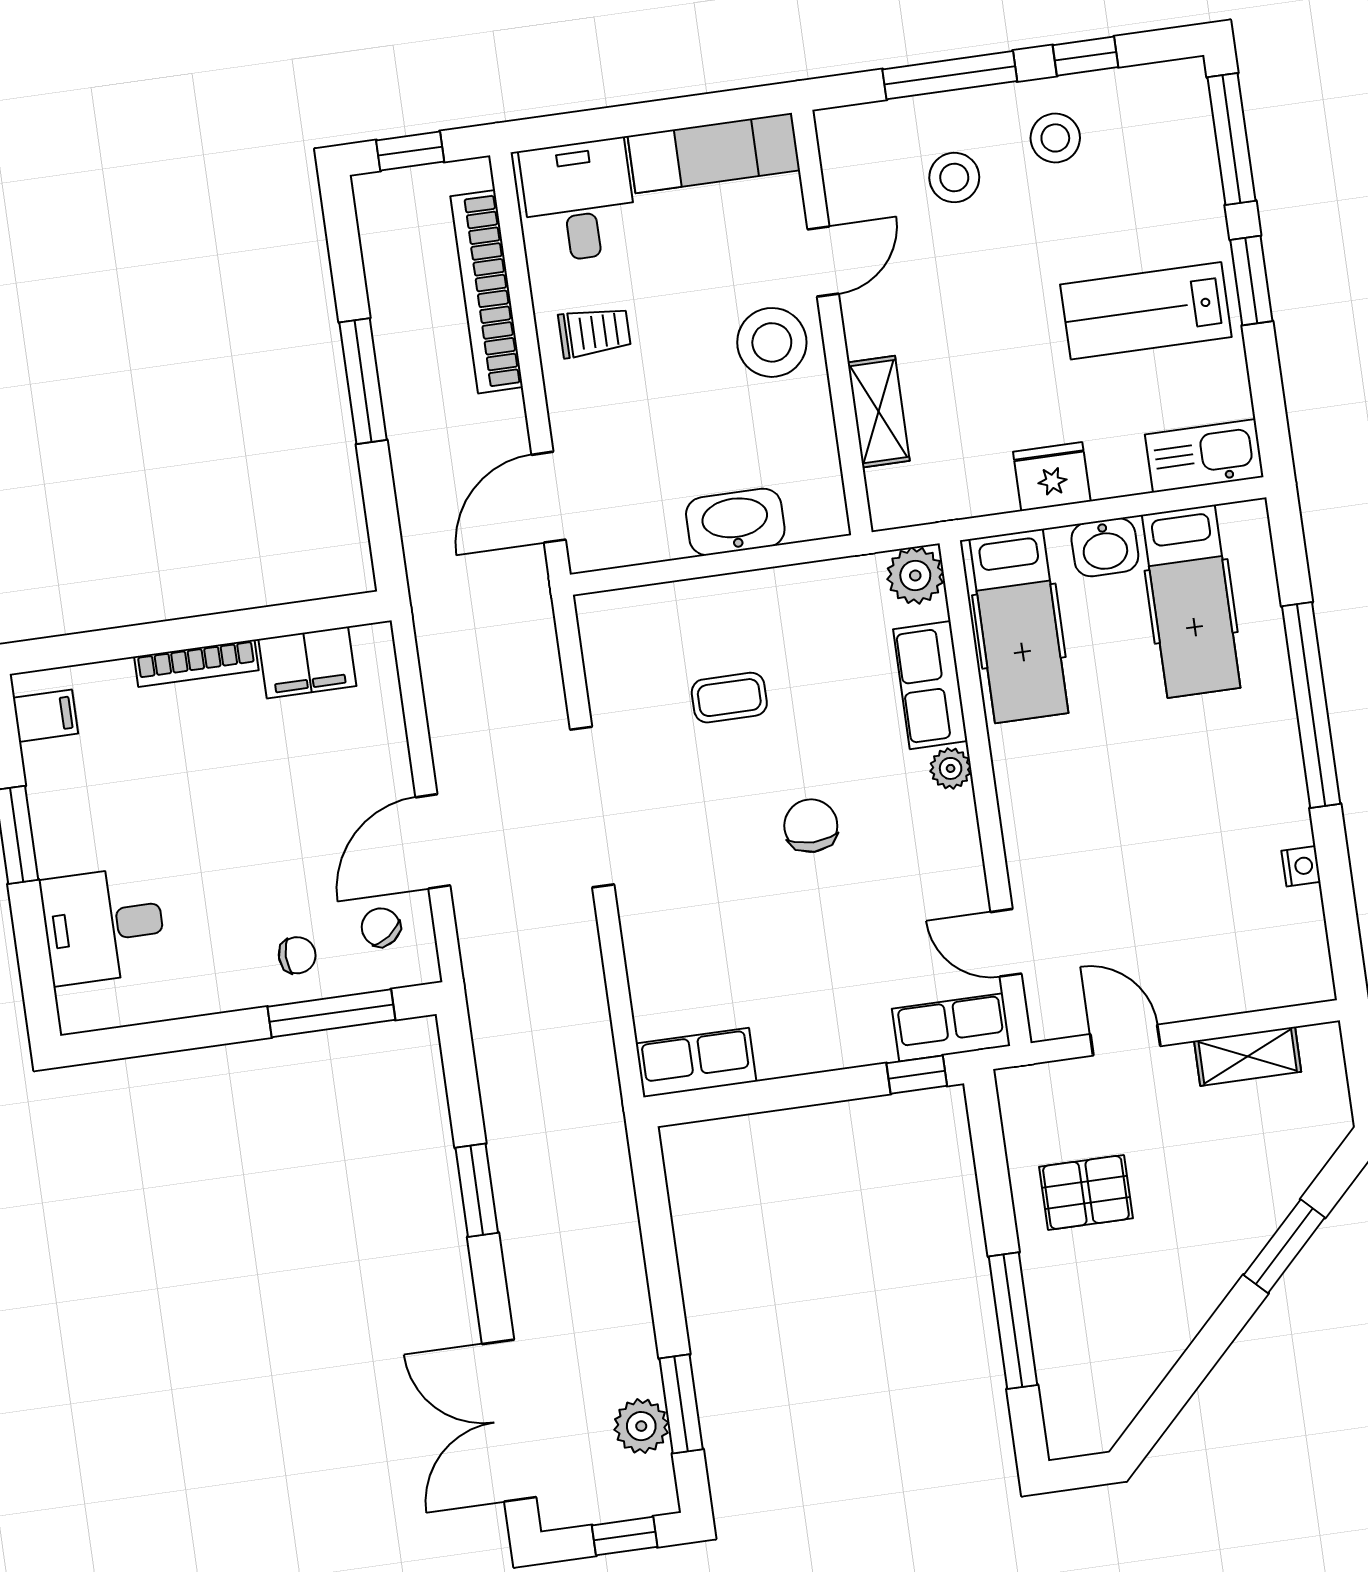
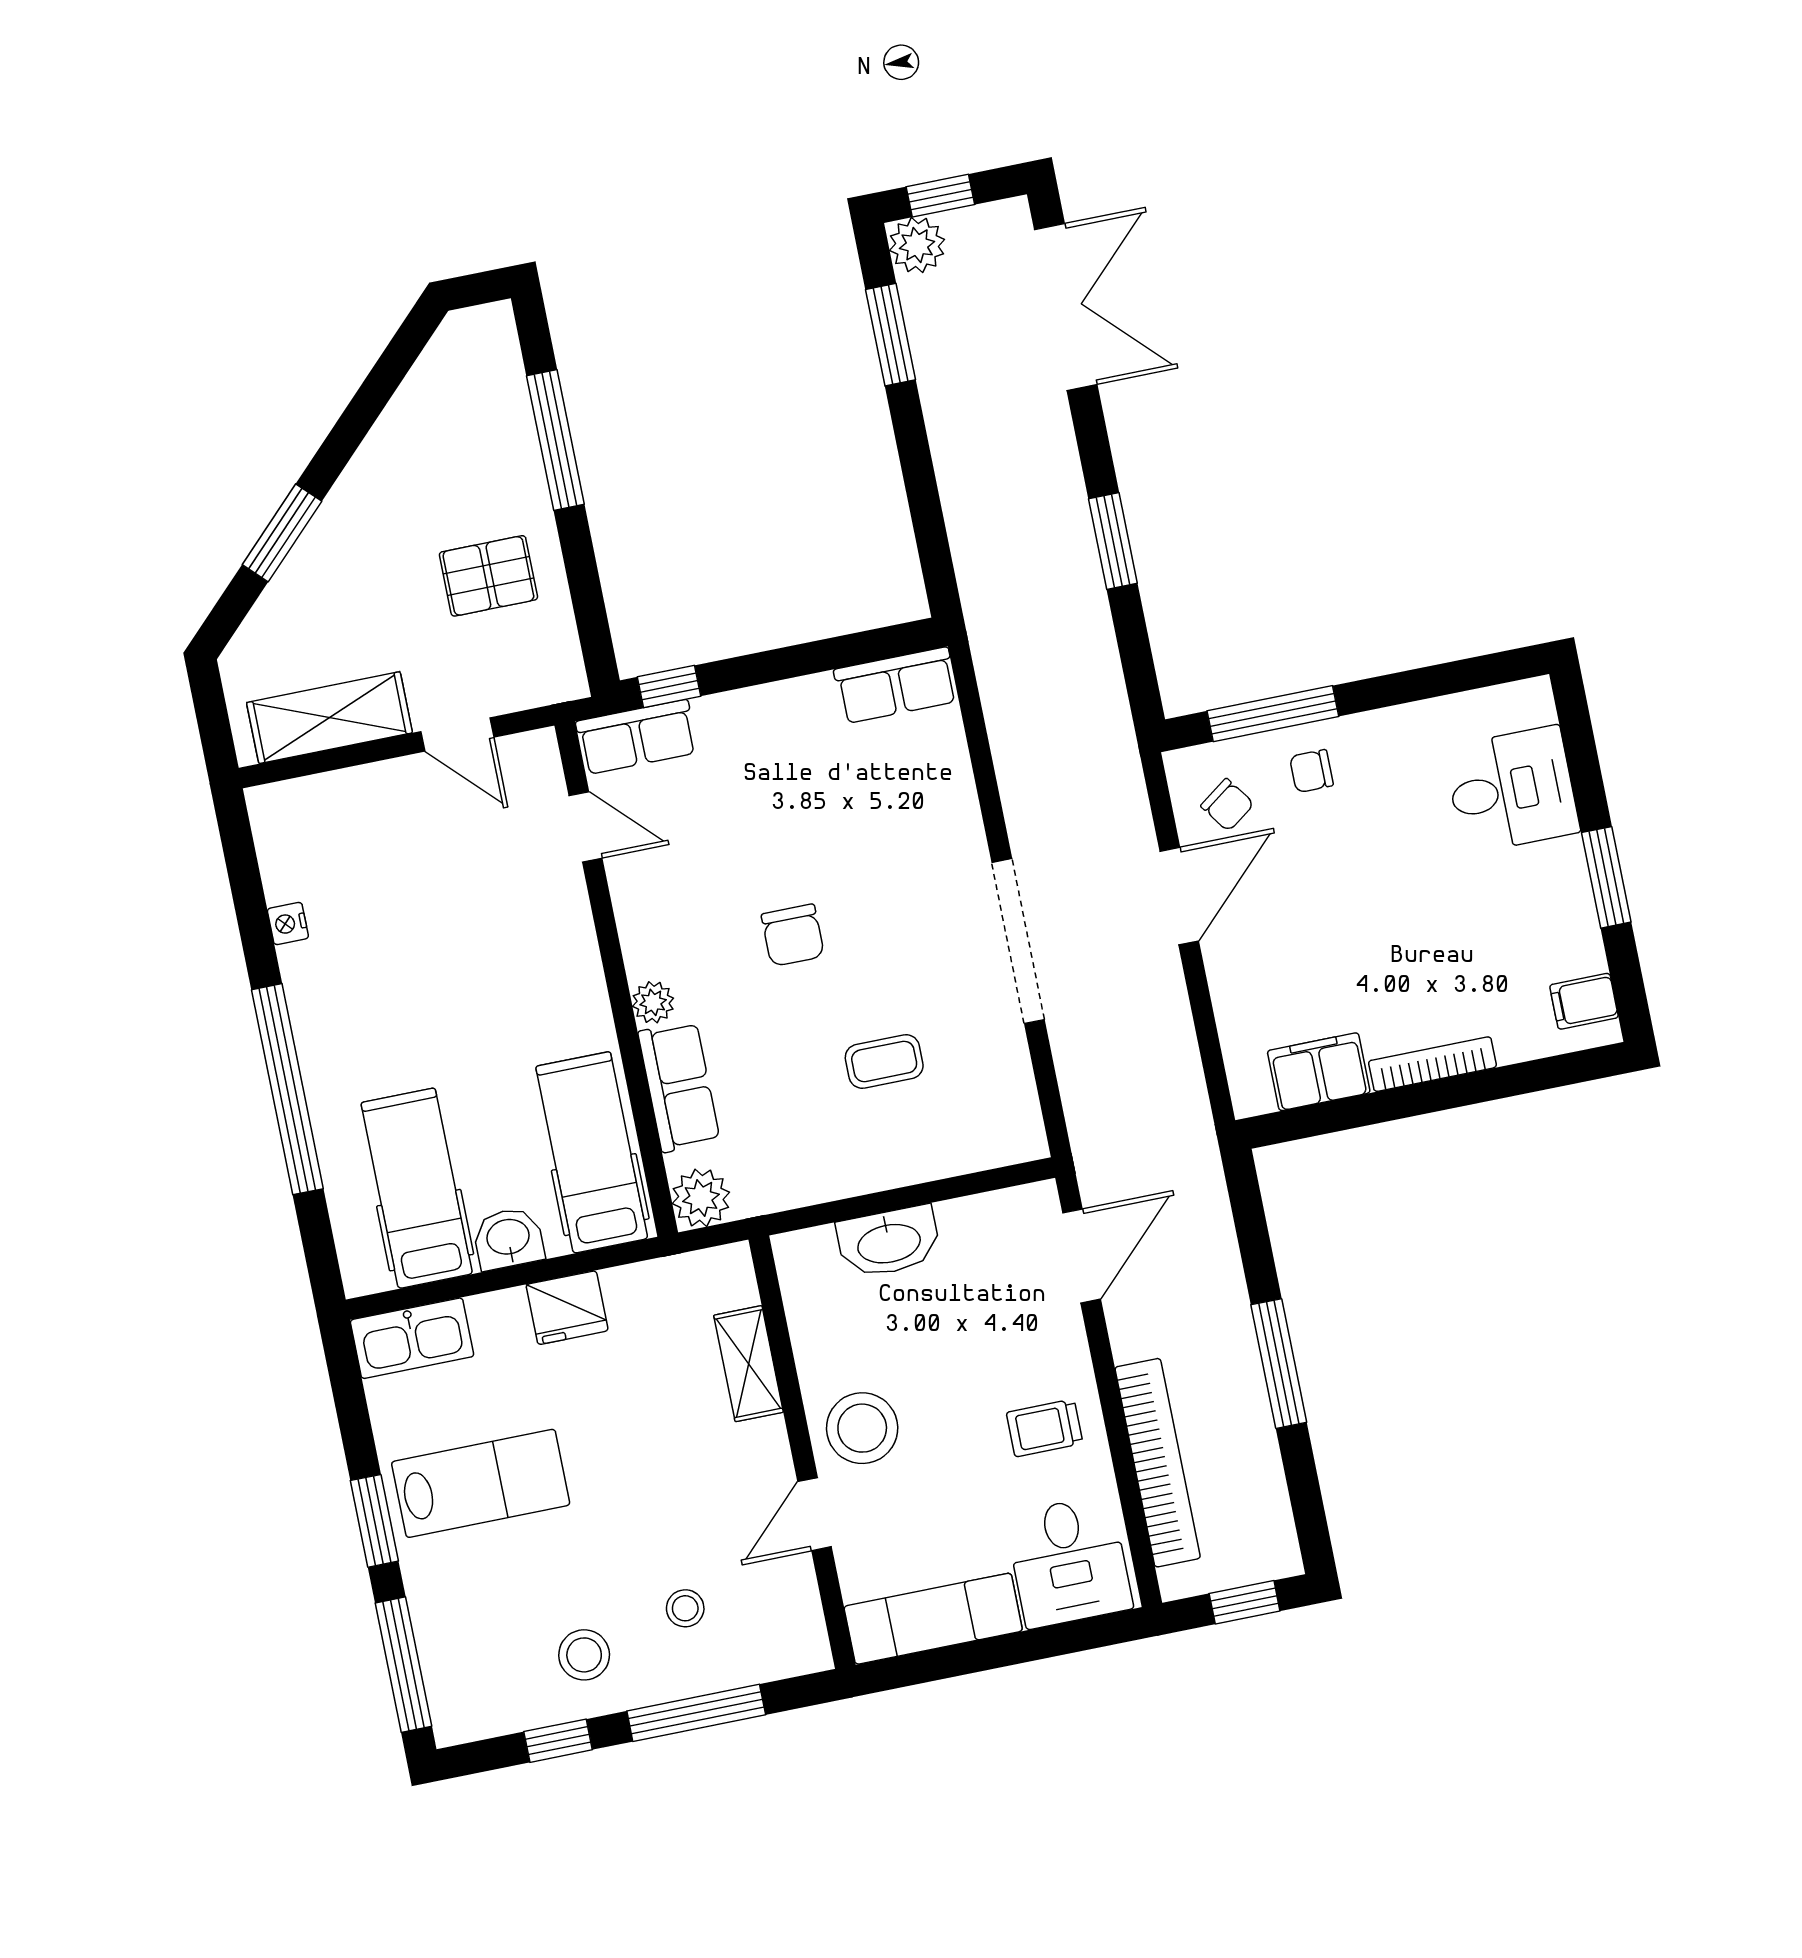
stool: (954, 177) -> (685, 1608), width x0.73, depth x0.73
shelving: (1248, 1056) -> (329, 718), width x1.50, depth x1.33
plant: (641, 1426) -> (917, 245), moved

